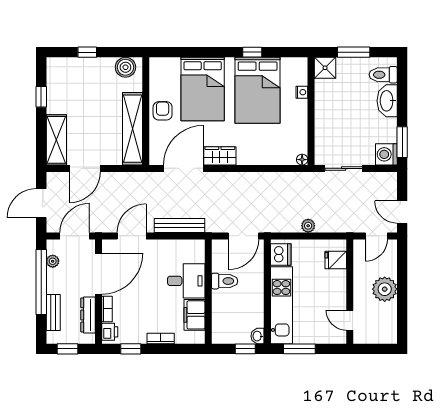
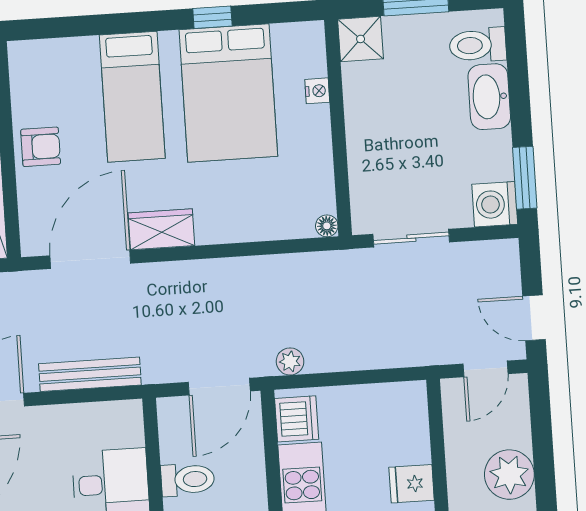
bed: (203, 89) -> (132, 97), width x0.67
armchair: (163, 111) -> (41, 147), turned 90
plant: (308, 226) -> (290, 361), moved
fridge: (336, 260) -> (412, 484), moved

